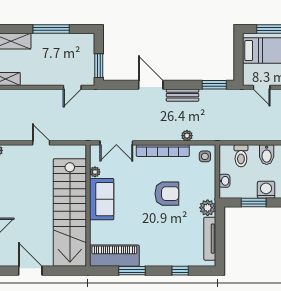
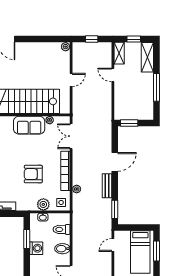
door: (72, 87) -> (113, 75), moved
armchair: (167, 194) -> (33, 174), turned 90
plant: (208, 208) -> (43, 204), moved

